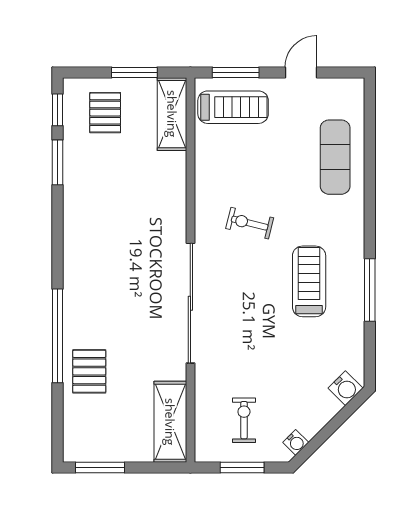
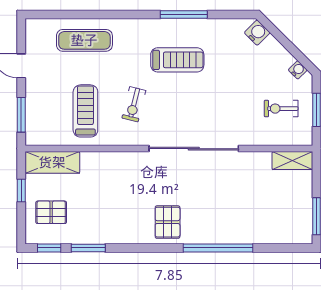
window: (134, 72) -> (21, 190), width x0.67
treadmill: (233, 107) -> (85, 111), moved
treadmill: (309, 281) -> (177, 60), turned 180
pallet: (89, 371) -> (168, 222), moved, turned 90
shelving: (170, 422) -> (292, 161), width x0.67, depth x0.75

